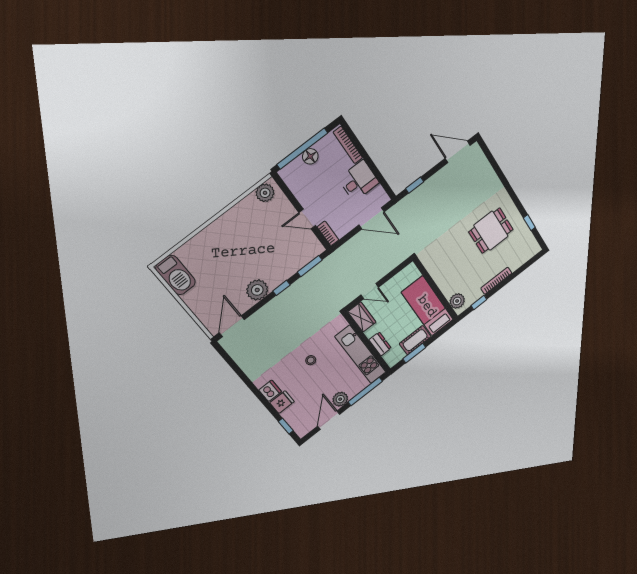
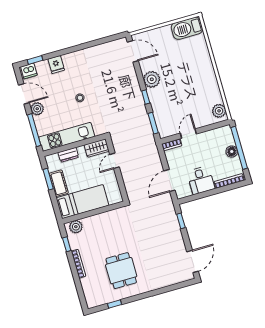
dishwasher: (270, 391) -> (29, 71), moved

